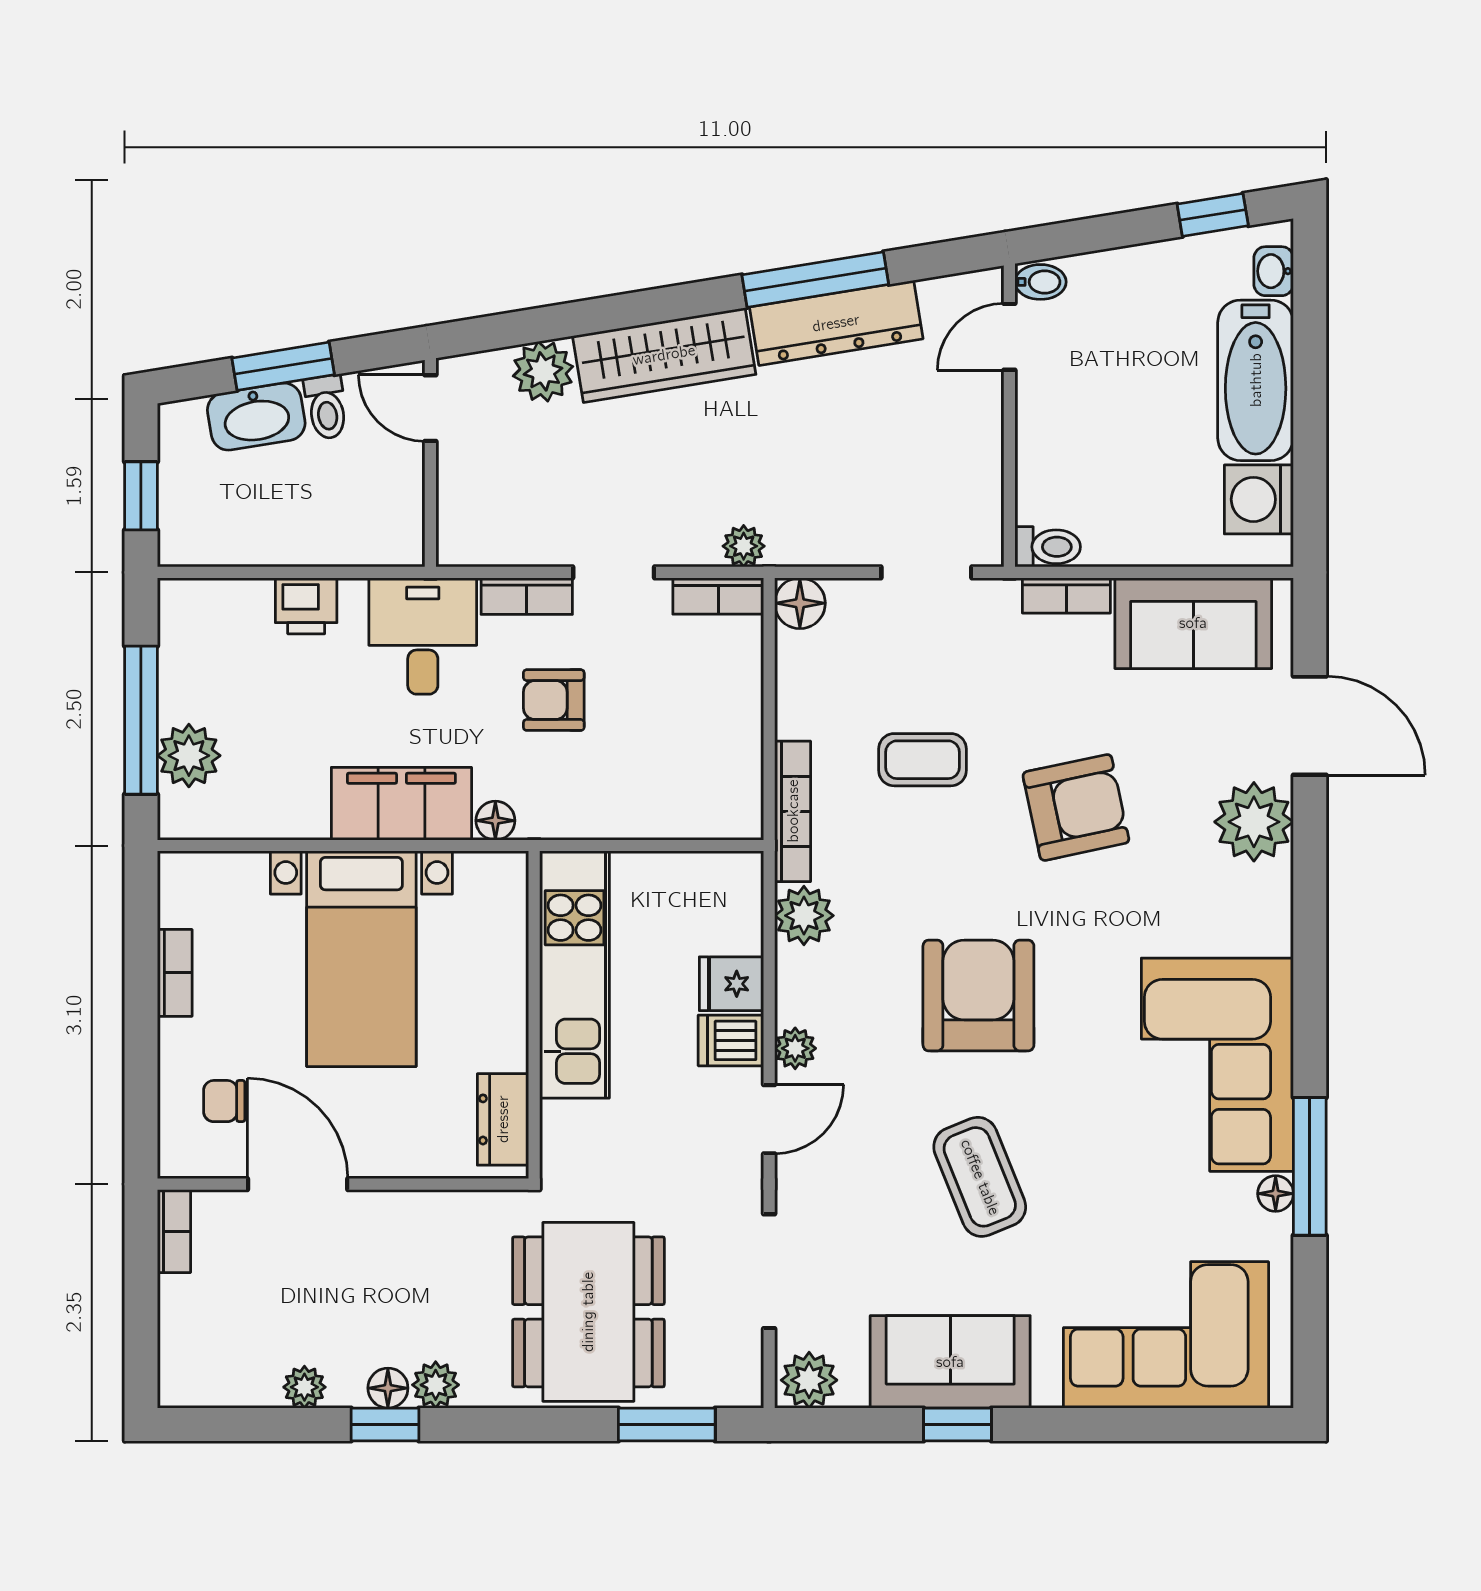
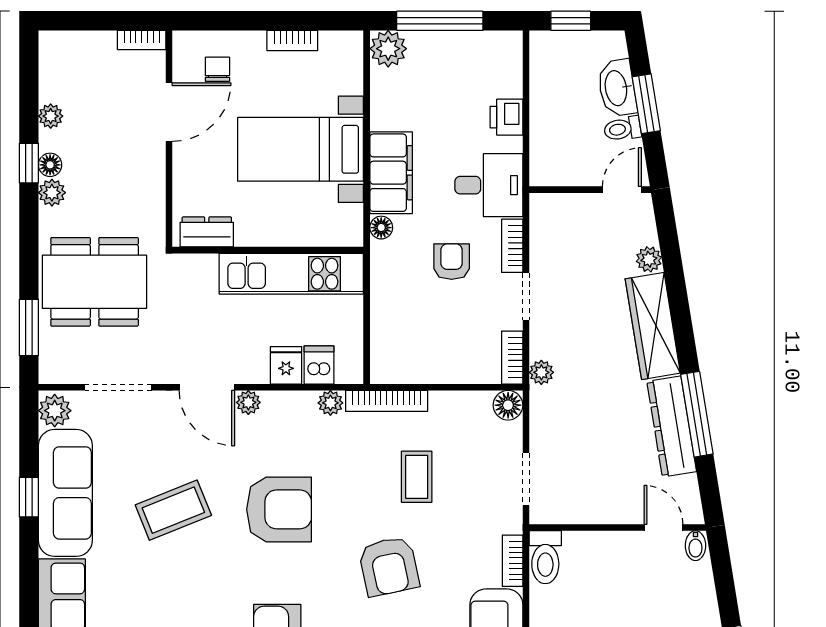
plant: (543, 371) -> (649, 259), width x0.73, depth x0.73
toilet: (1048, 547) -> (545, 557), width x1.37, depth x1.39
plant: (189, 756) -> (388, 49), moved
plant: (804, 916) -> (330, 403), width x0.73, depth x0.73
dishwasher: (731, 1040) -> (319, 365), moved
door: (769, 1119) -> (207, 387), width x1.38
sofa: (950, 1362) -> (65, 493), width x1.36

